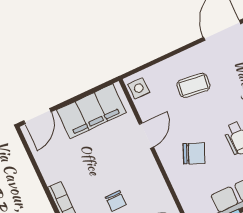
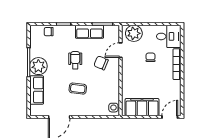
coffee table: (193, 85) -> (78, 89), moved
door: (146, 136) -> (121, 50), moved

